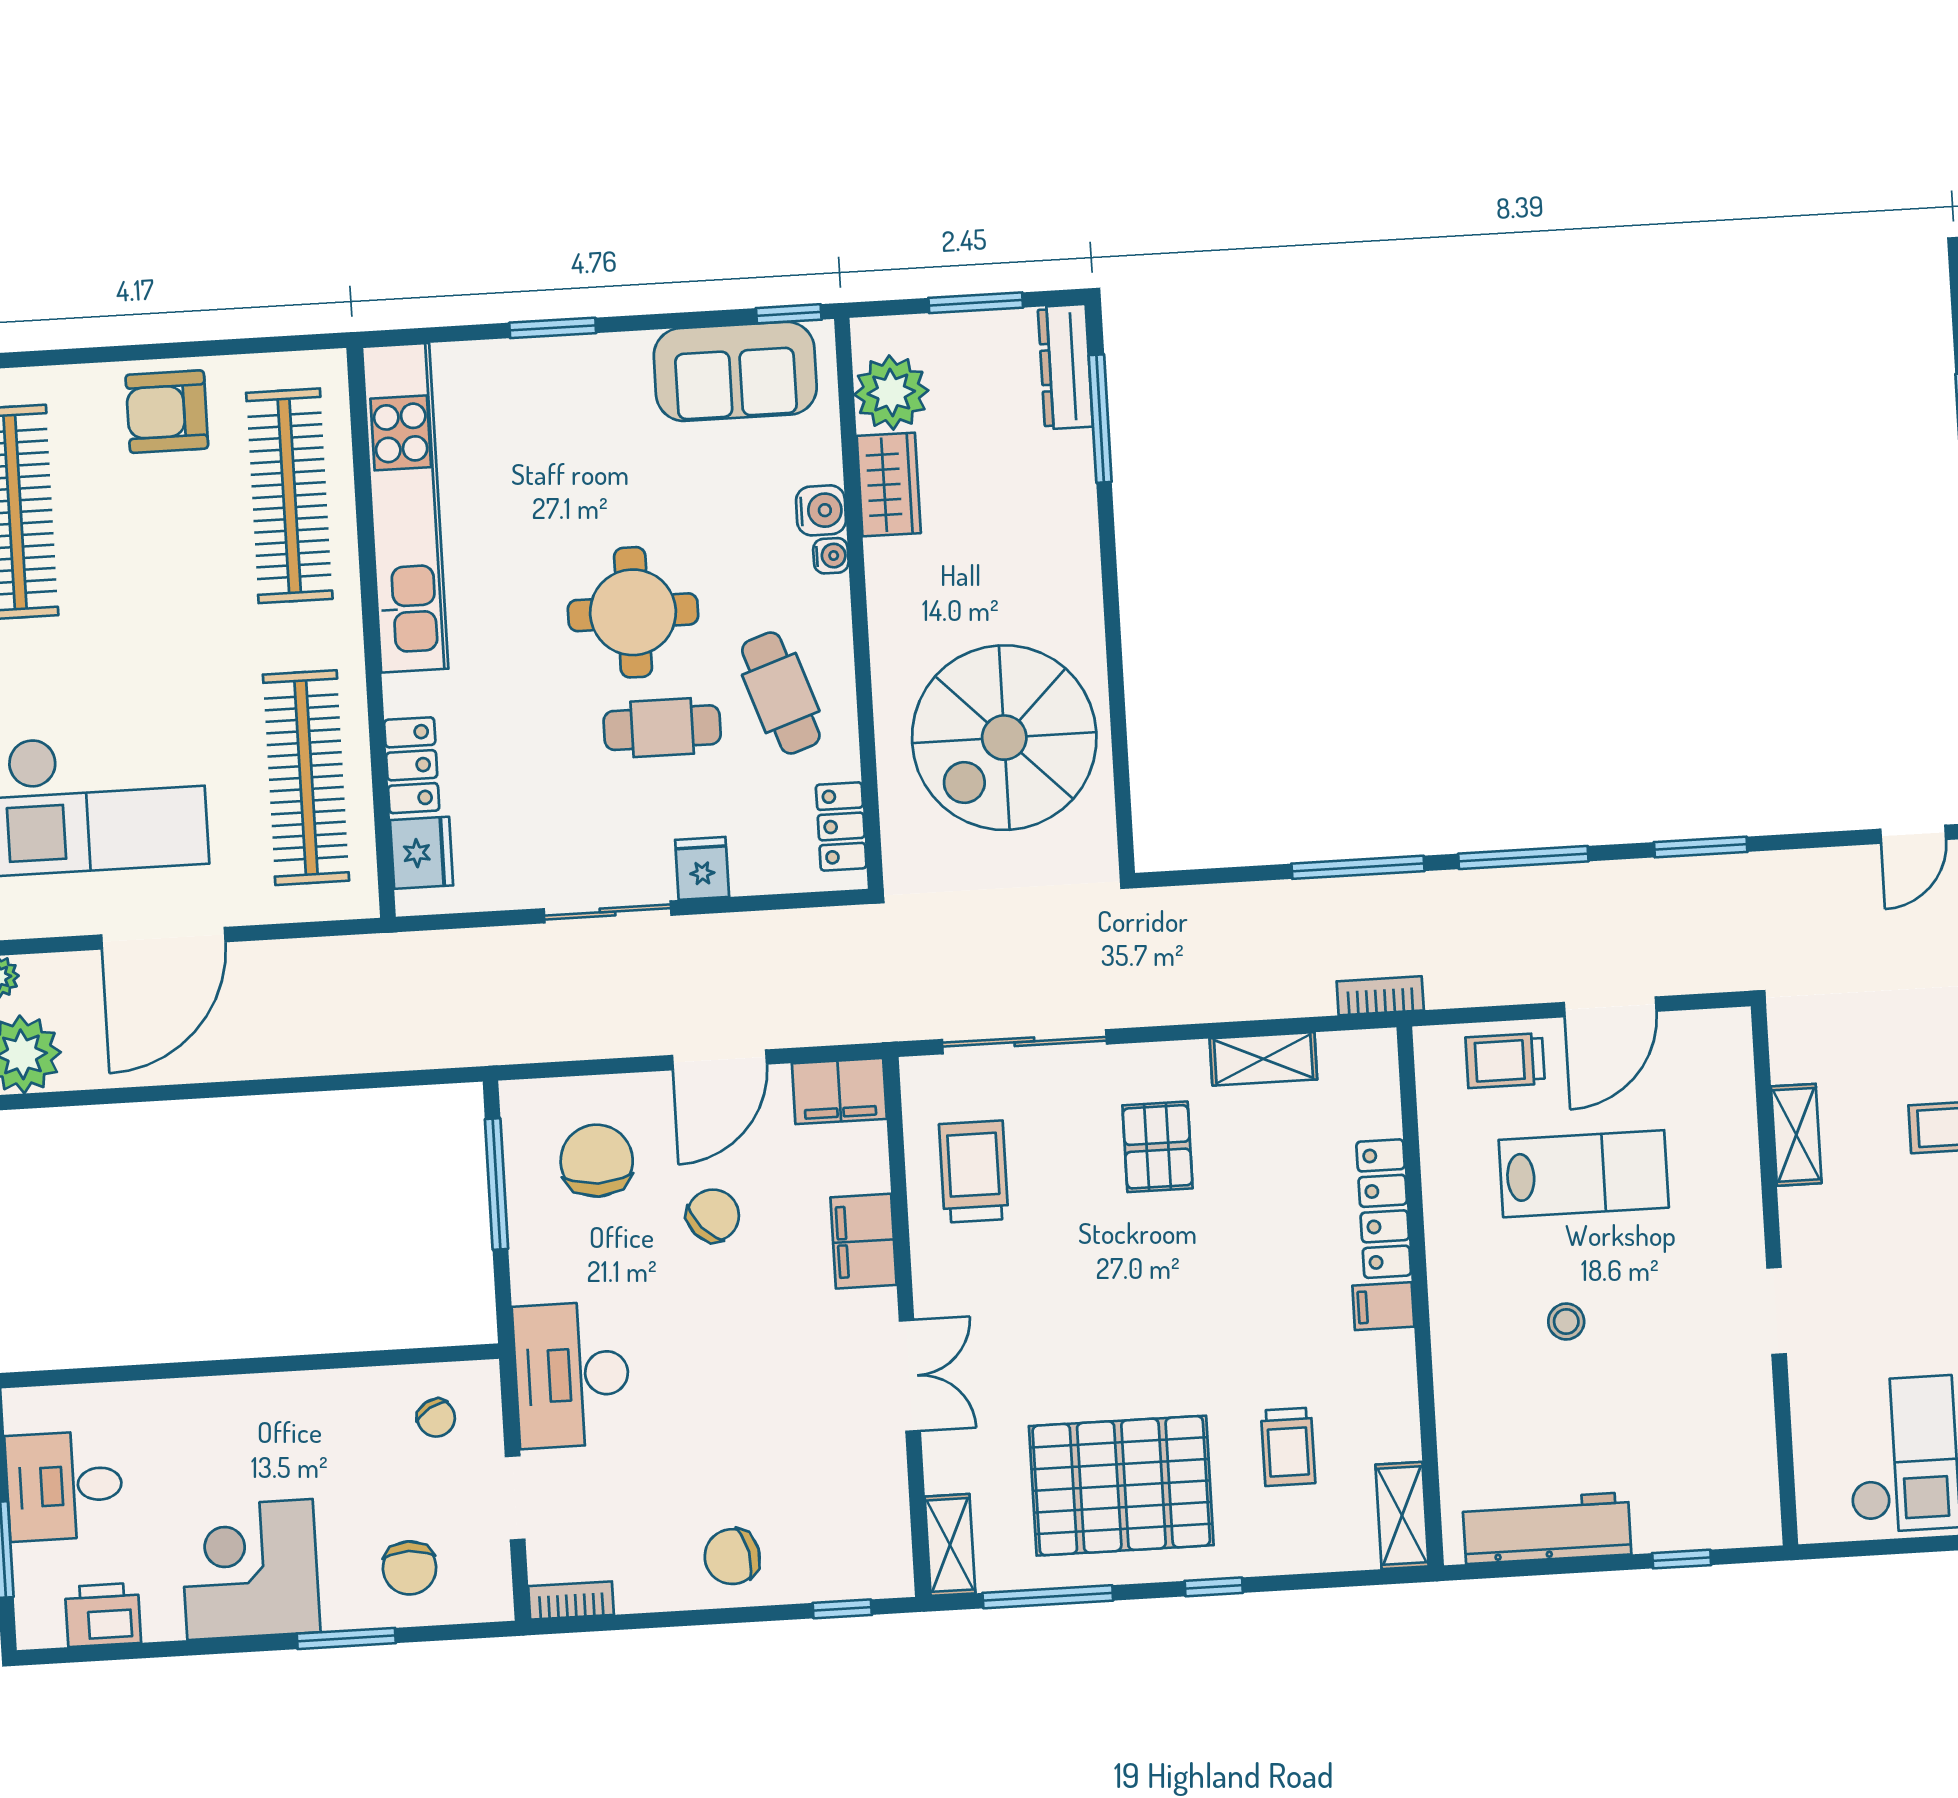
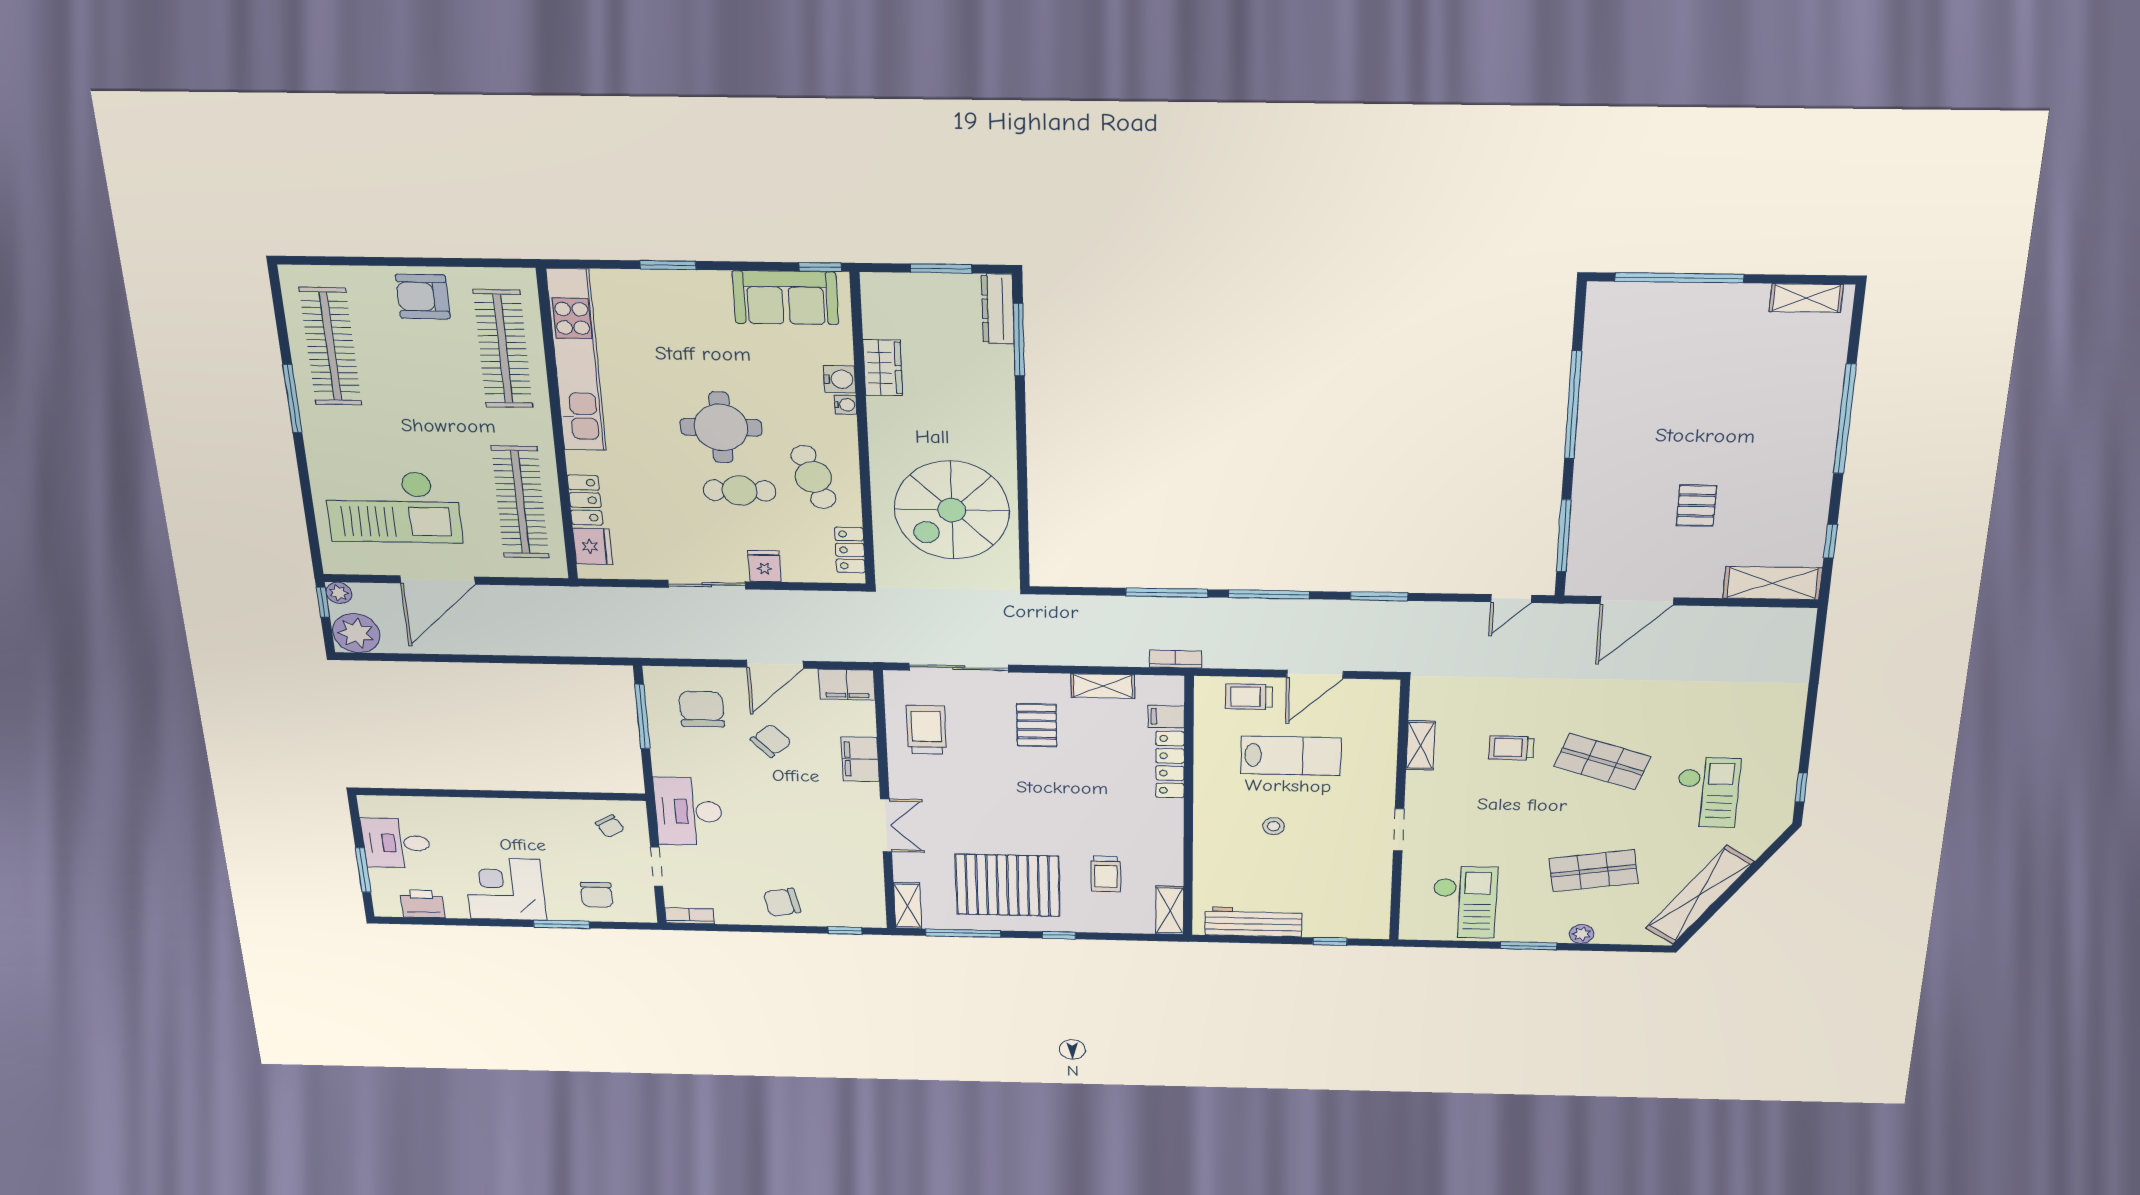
plant: (891, 392) -> (885, 316), removed
filing cabinet: (1383, 1306) -> (1166, 717), moved

